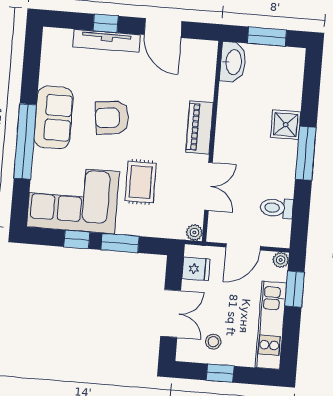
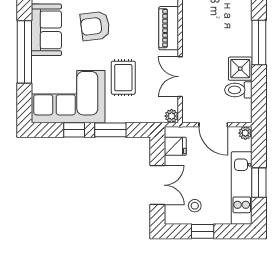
shower: (286, 125) -> (240, 69), moved
double door: (208, 186) -> (180, 77), swing flipped
door: (243, 247) -> (213, 125), hinge flipped
window: (295, 289) -> (259, 183), moved

